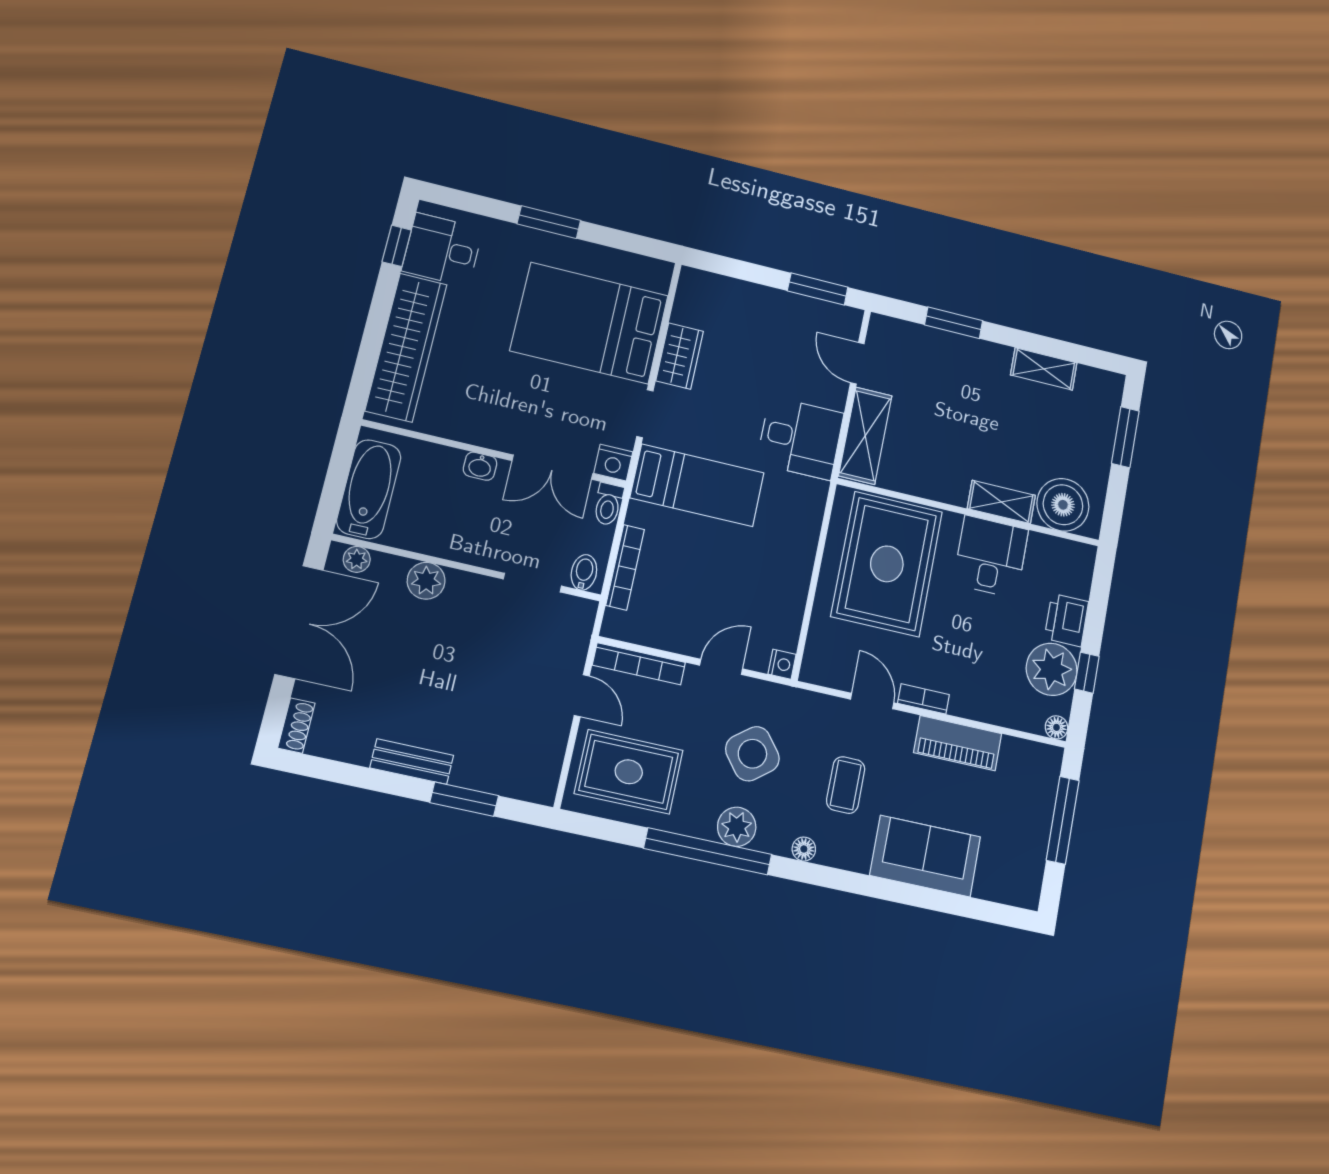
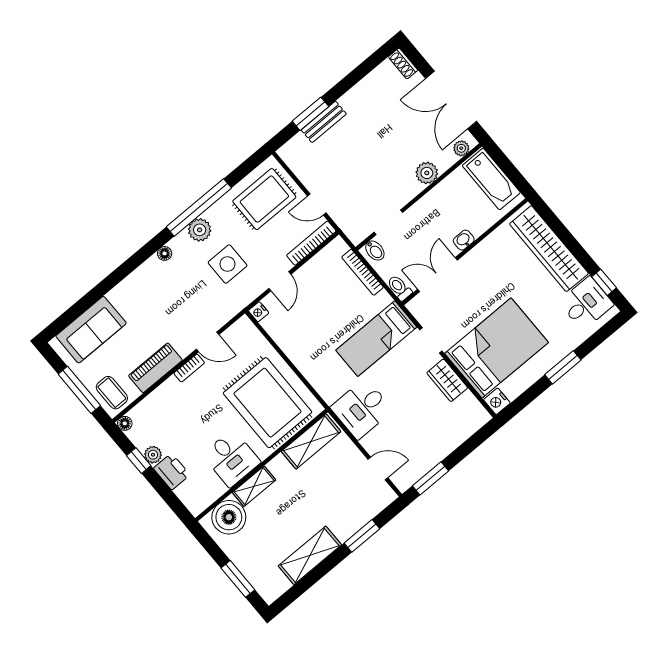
shelving: (1044, 369) -> (310, 555), width x1.50, depth x1.33
shelving: (865, 436) -> (311, 441), moved, turned 90
nightstand: (613, 463) -> (497, 401), moved, turned -90
plant: (1052, 669) -> (153, 455), width x0.53, depth x0.53
side table: (752, 754) -> (228, 264), turned 38
bench: (412, 762) -> (324, 122), moved
coffee table: (846, 785) -> (112, 393), moved
sofa: (925, 856) -> (91, 330), moved

